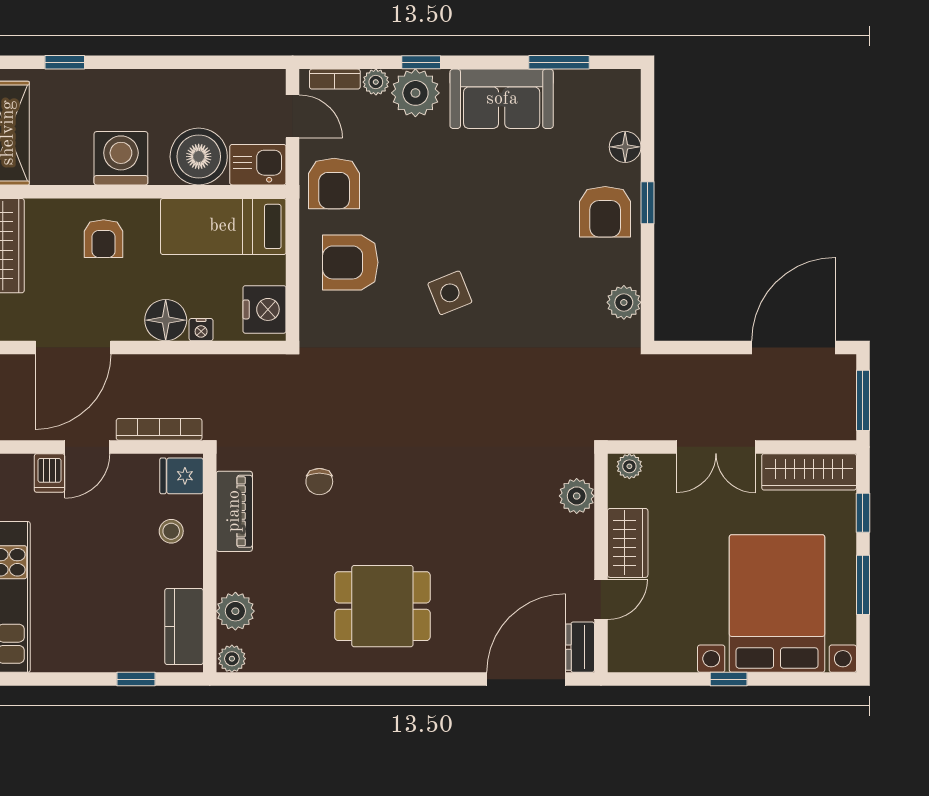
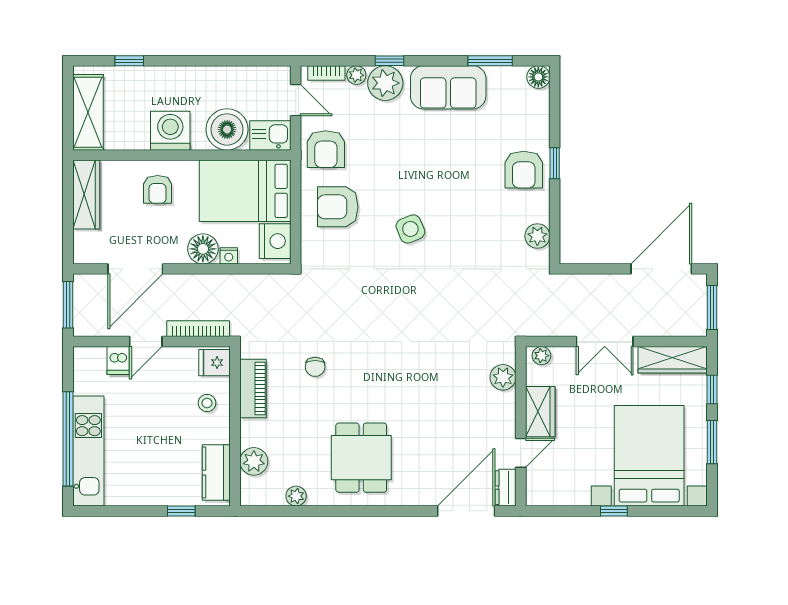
floor lamp: (625, 147) -> (538, 77), moved
bed: (223, 226) -> (245, 191), width x1.50
dining table: (382, 606) -> (361, 458), turned 90
plant: (232, 659) -> (296, 496), moved

